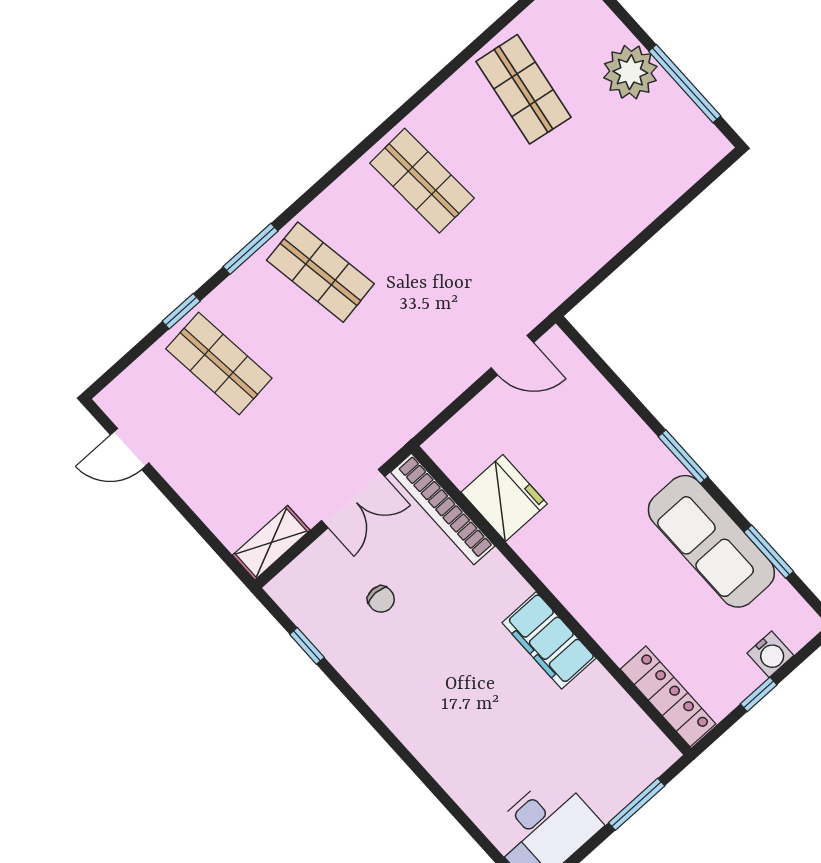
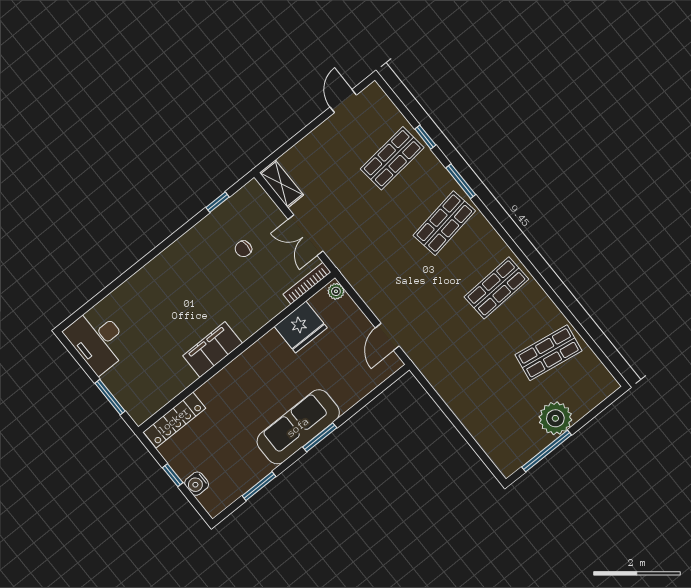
plant: (442, 443) -> (336, 291), added
bookcase: (443, 509) -> (307, 283), width x0.68, depth x0.76
sofa: (711, 541) -> (298, 427), moved

